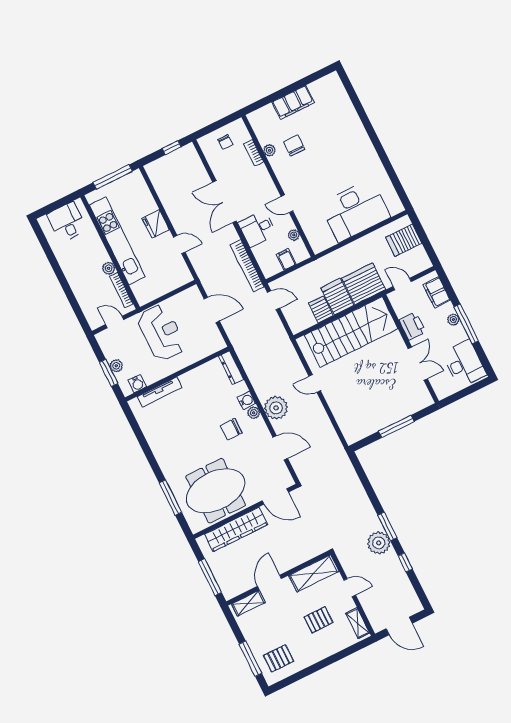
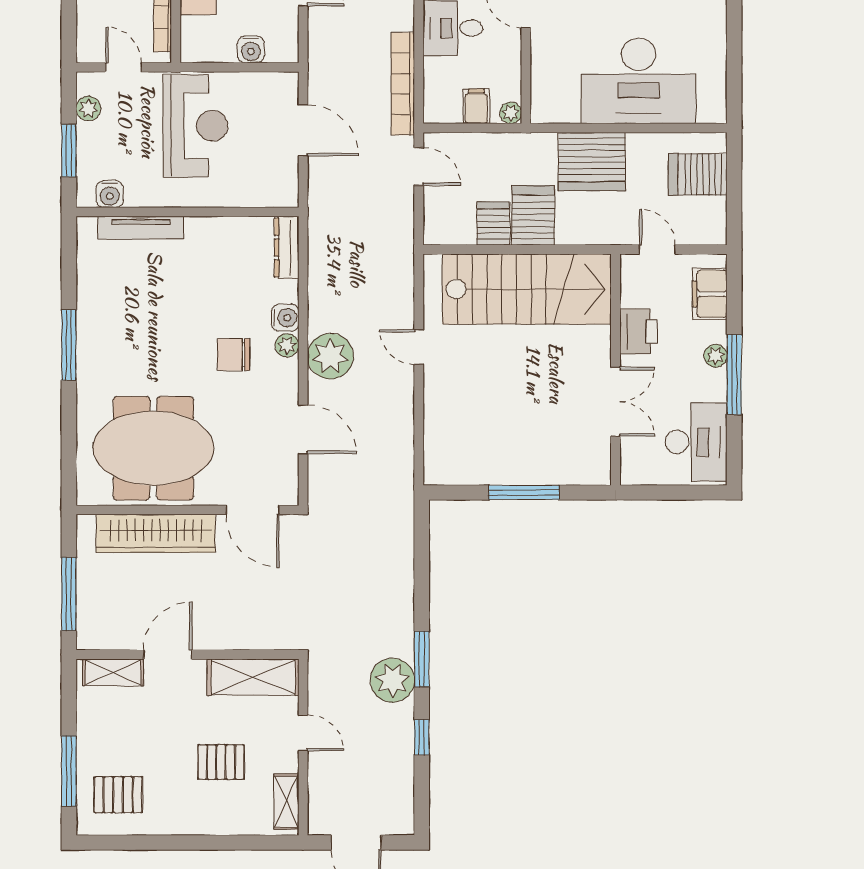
plant: (294, 235) -> (511, 113), moved
server rack: (364, 284) -> (592, 162), moved, turned 180
water cooler: (169, 285) -> (251, 49), added
plant: (116, 366) -> (88, 109), moved
window: (170, 498) -> (69, 345), moved

